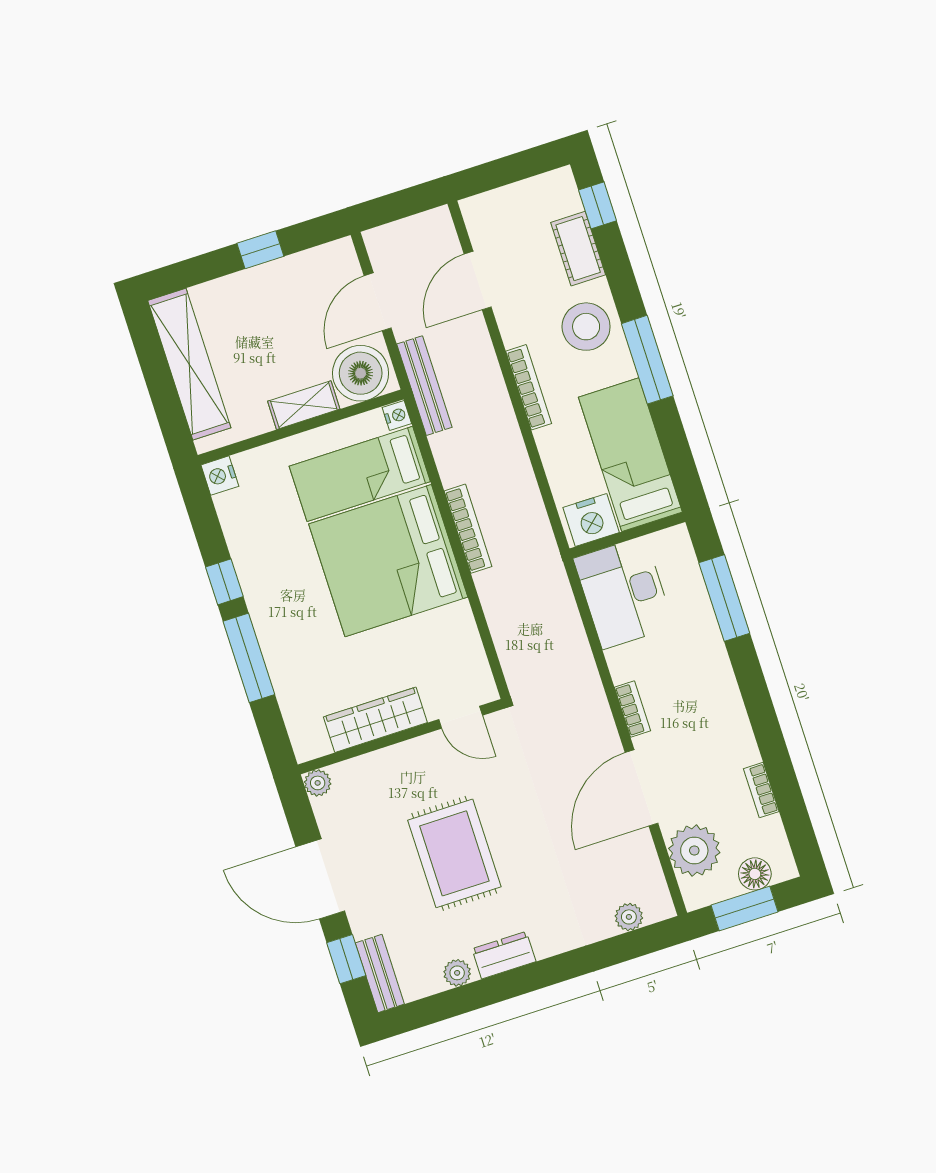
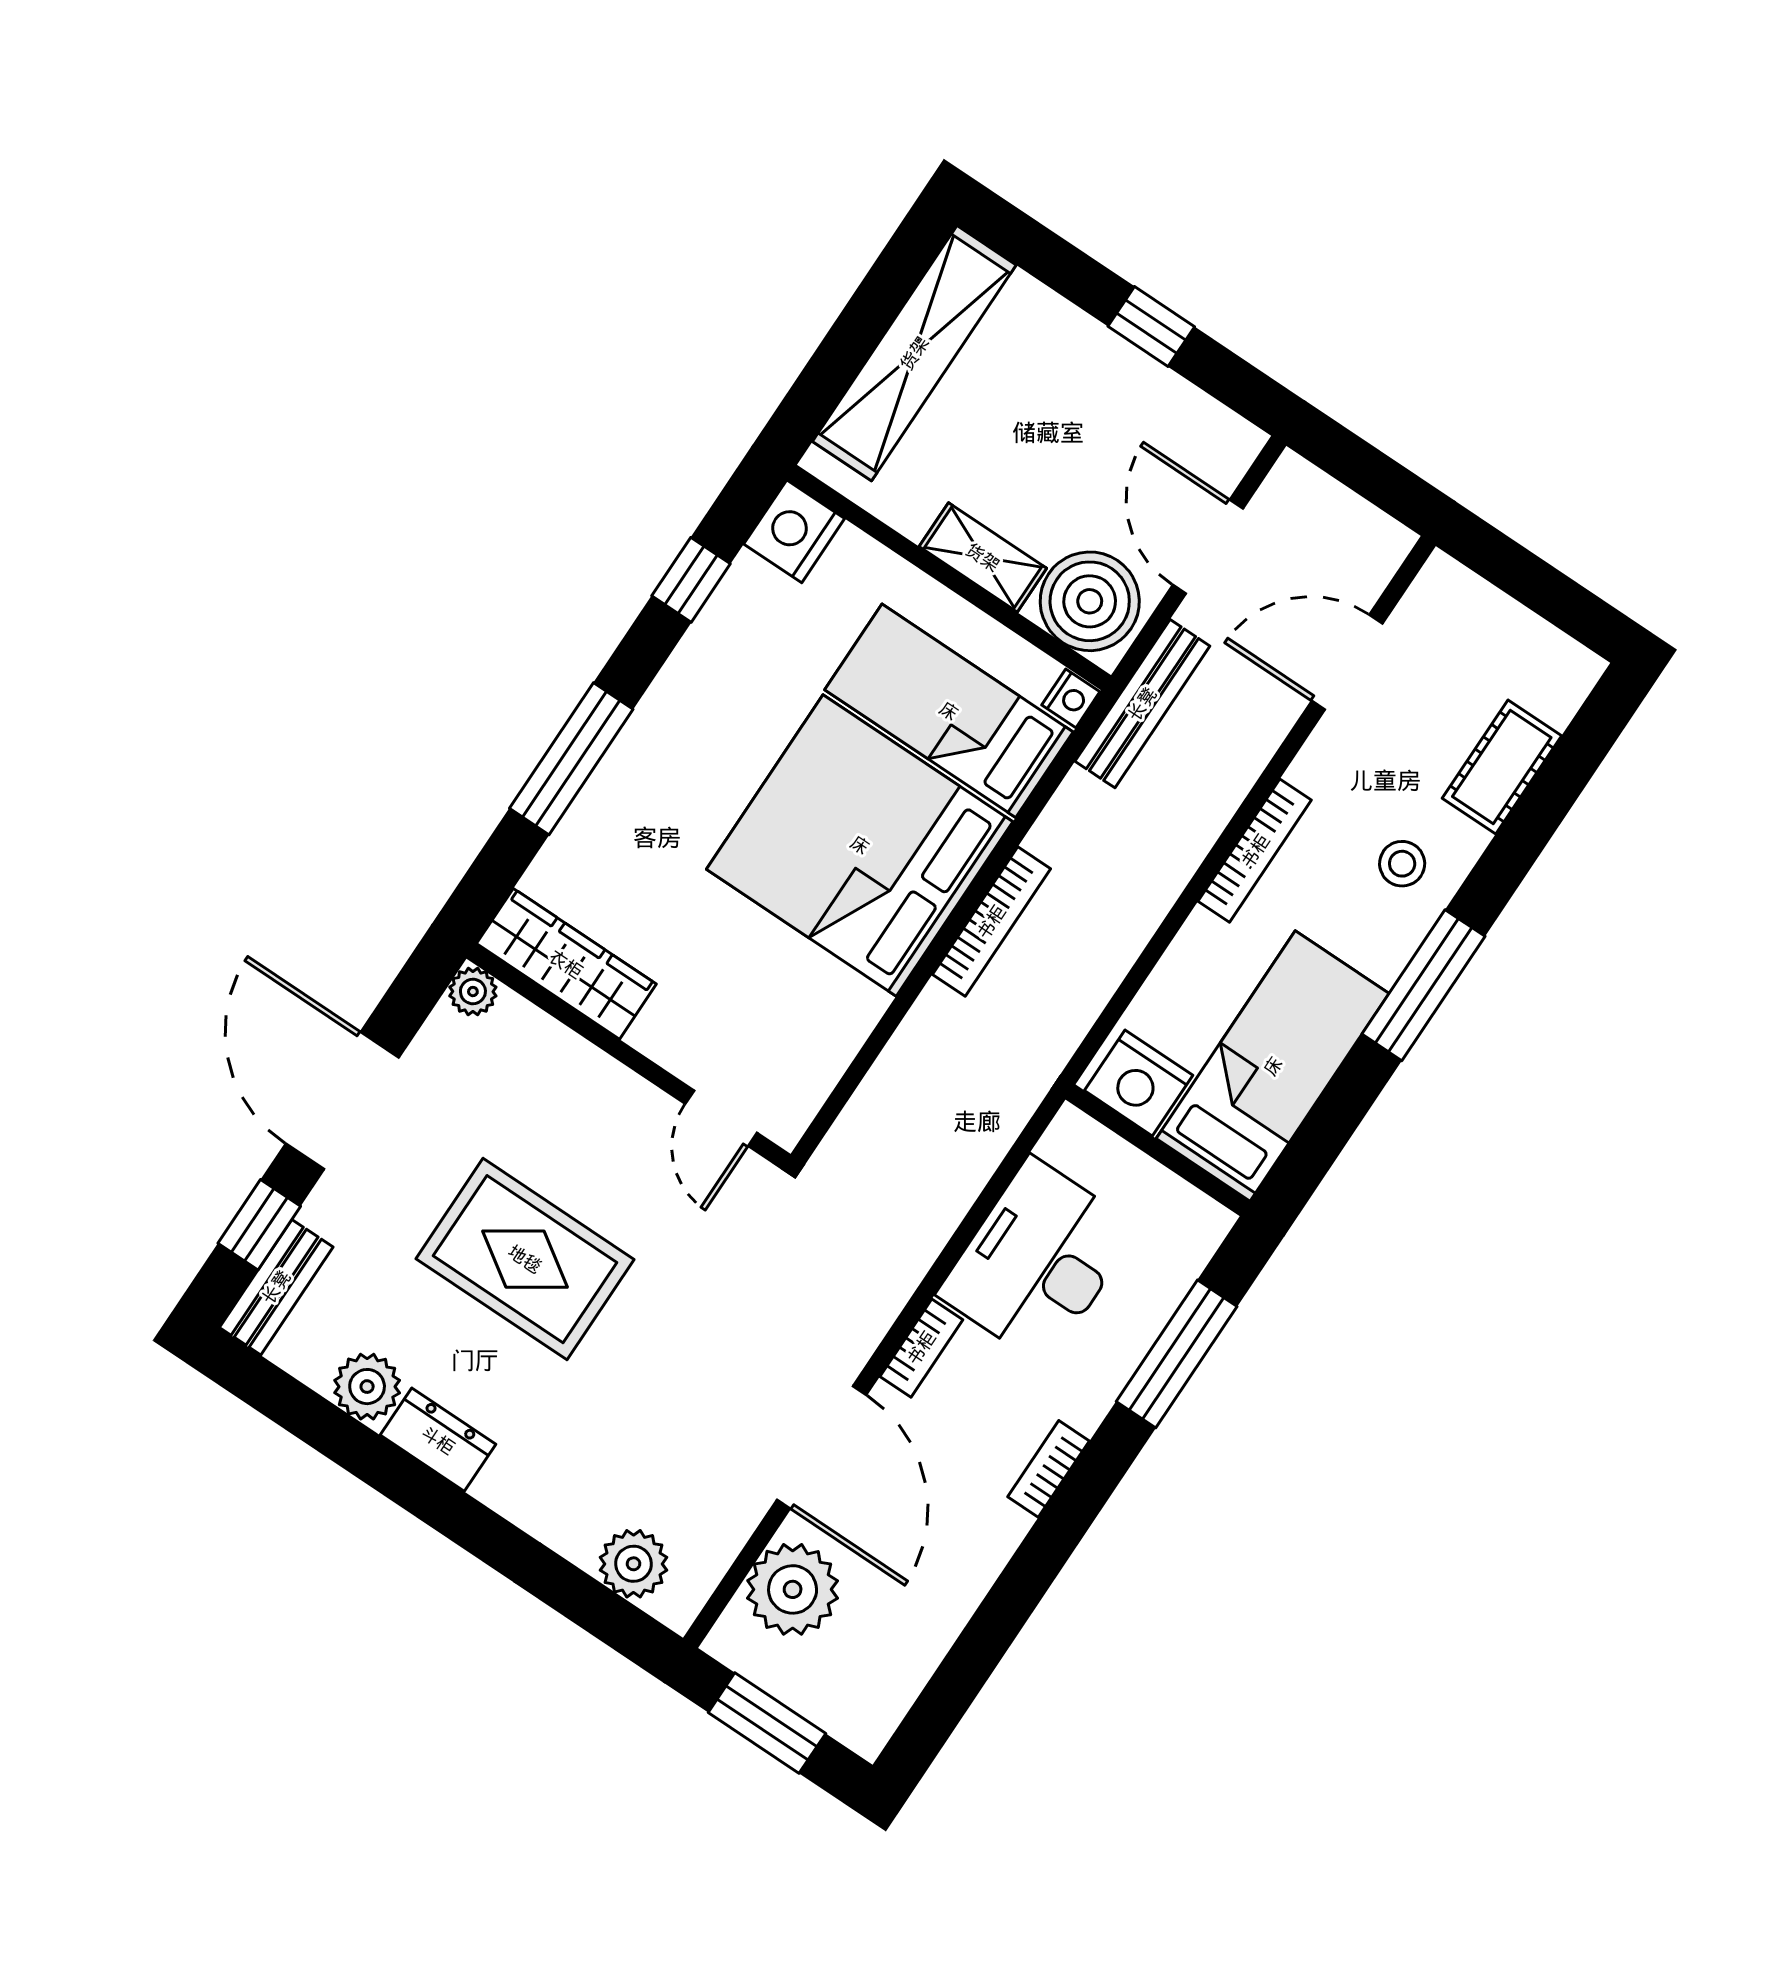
window: (597, 205) -> (1583, 746), removed
door: (378, 302) -> (1208, 547), hinge flipped
stool: (586, 327) -> (1402, 864), width x0.53, depth x0.53
nightstand: (220, 476) -> (794, 531), width x1.36, depth x1.33
window: (224, 582) -> (691, 580), moved
desk: (624, 593) -> (1038, 1261), moved
wardrobe: (375, 720) -> (566, 964), moved
door: (641, 788) -> (822, 1447), swing flipped
bookcase: (761, 790) -> (1049, 1469), moved
rug: (454, 853) -> (525, 1259), turned 90
floor lamp: (755, 874) -> (826, 1699), removed
plant: (629, 917) -> (633, 1564), width x1.38, depth x1.38
plant: (457, 973) -> (367, 1387), width x1.38, depth x1.38

